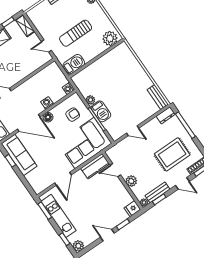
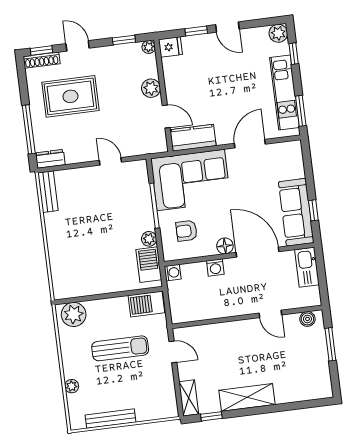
barbecue: (101, 111) -> (149, 265), moved
bench: (157, 192) -> (121, 52), removed

